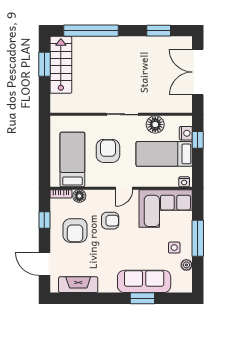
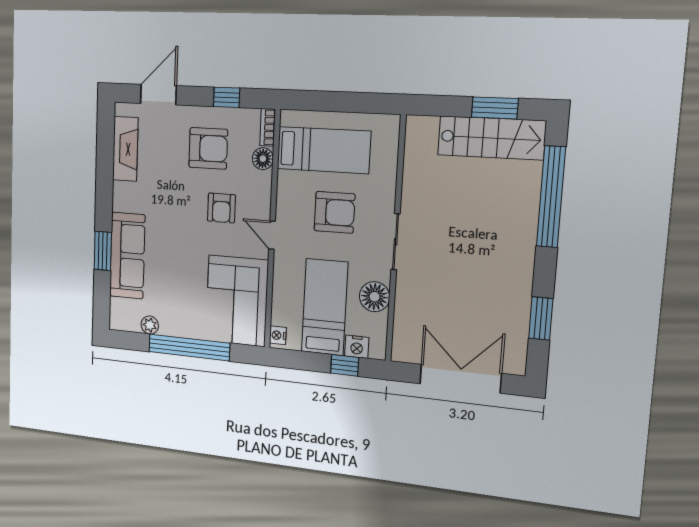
armchair: (75, 230) -> (208, 148), turned 180
window: (198, 238) -> (189, 347), width x1.46
side table: (174, 248) -> (176, 308), removed

